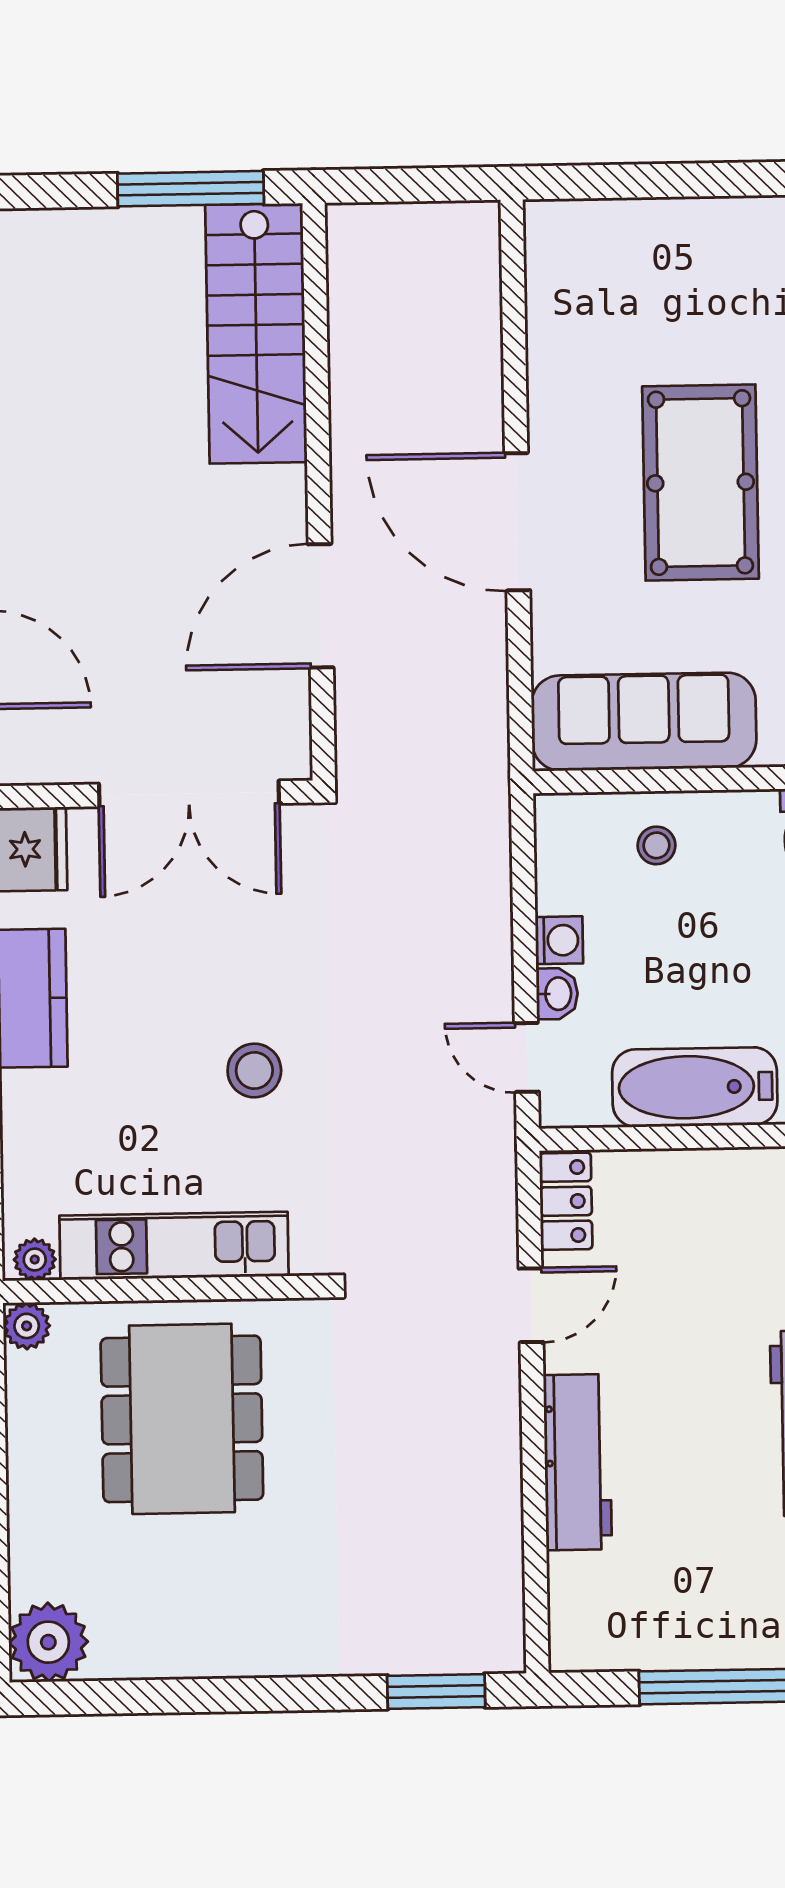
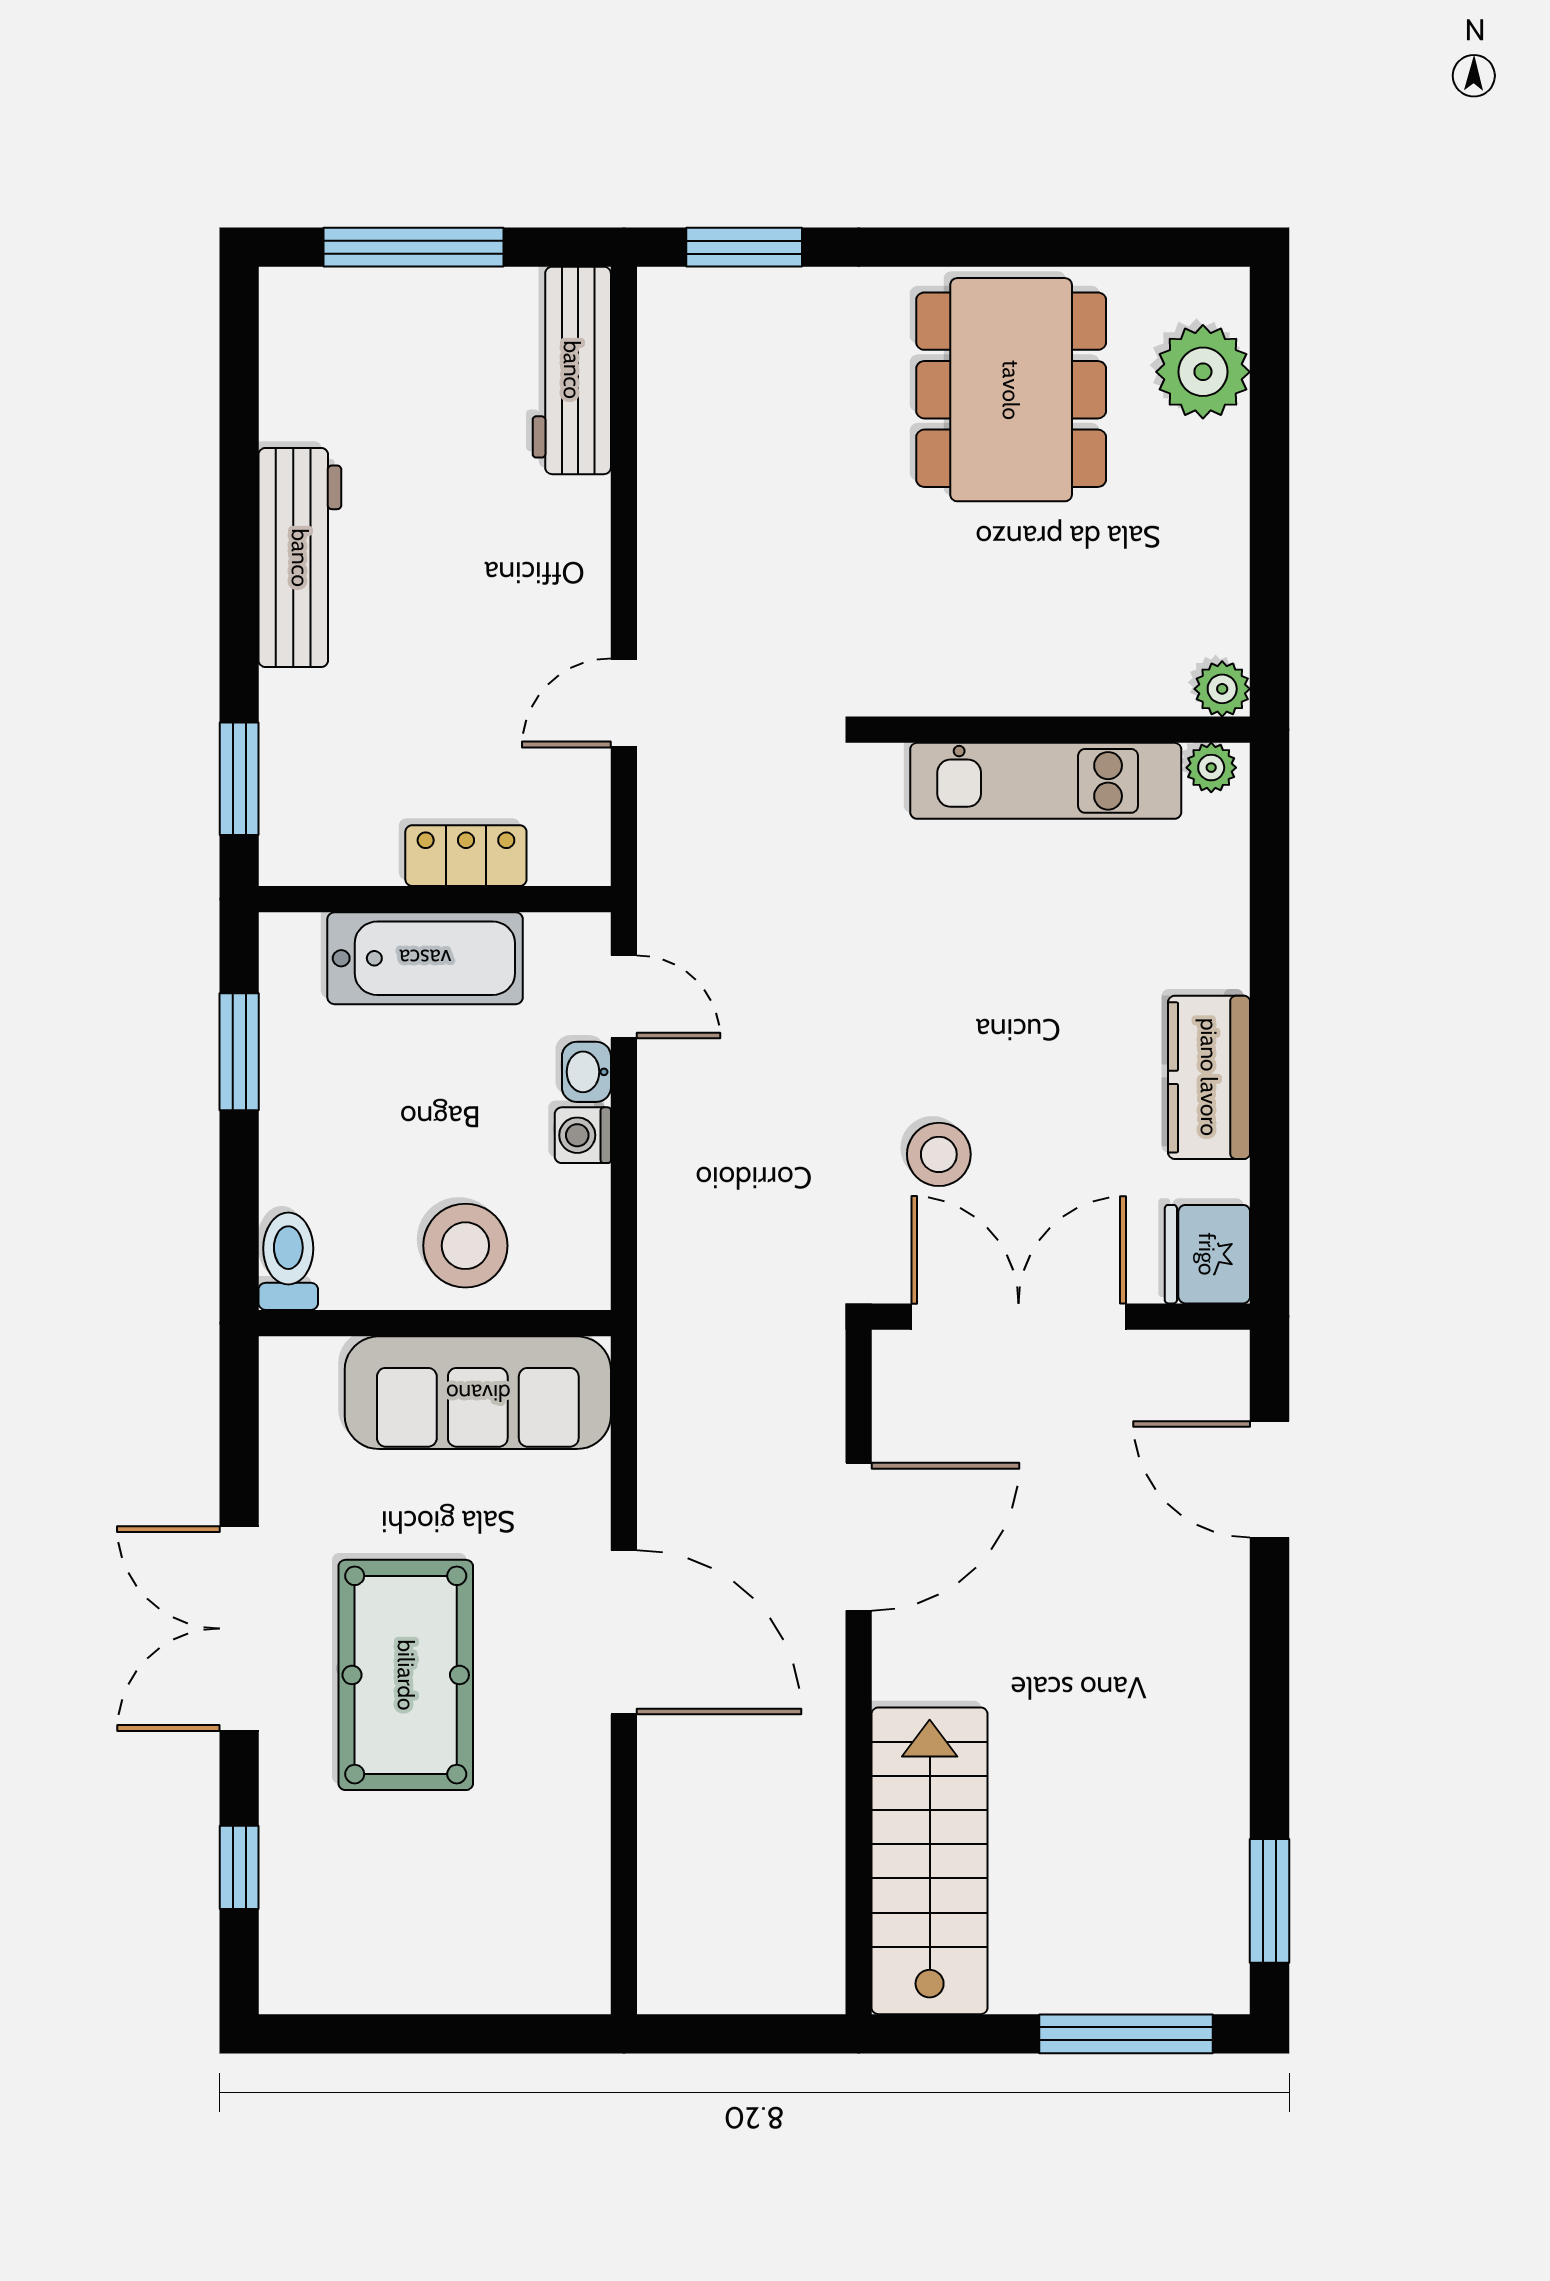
window: (191, 189) -> (1126, 2034), moved
stool: (656, 845) -> (465, 1246), width x1.89, depth x1.89
stool: (254, 1070) -> (939, 1154), moved
locker: (566, 1201) -> (466, 856), moved, turned 90
dining table: (182, 1419) -> (1011, 390), moved
workbench: (578, 1462) -> (572, 370), moved
plant: (48, 1642) -> (1203, 372), moved

